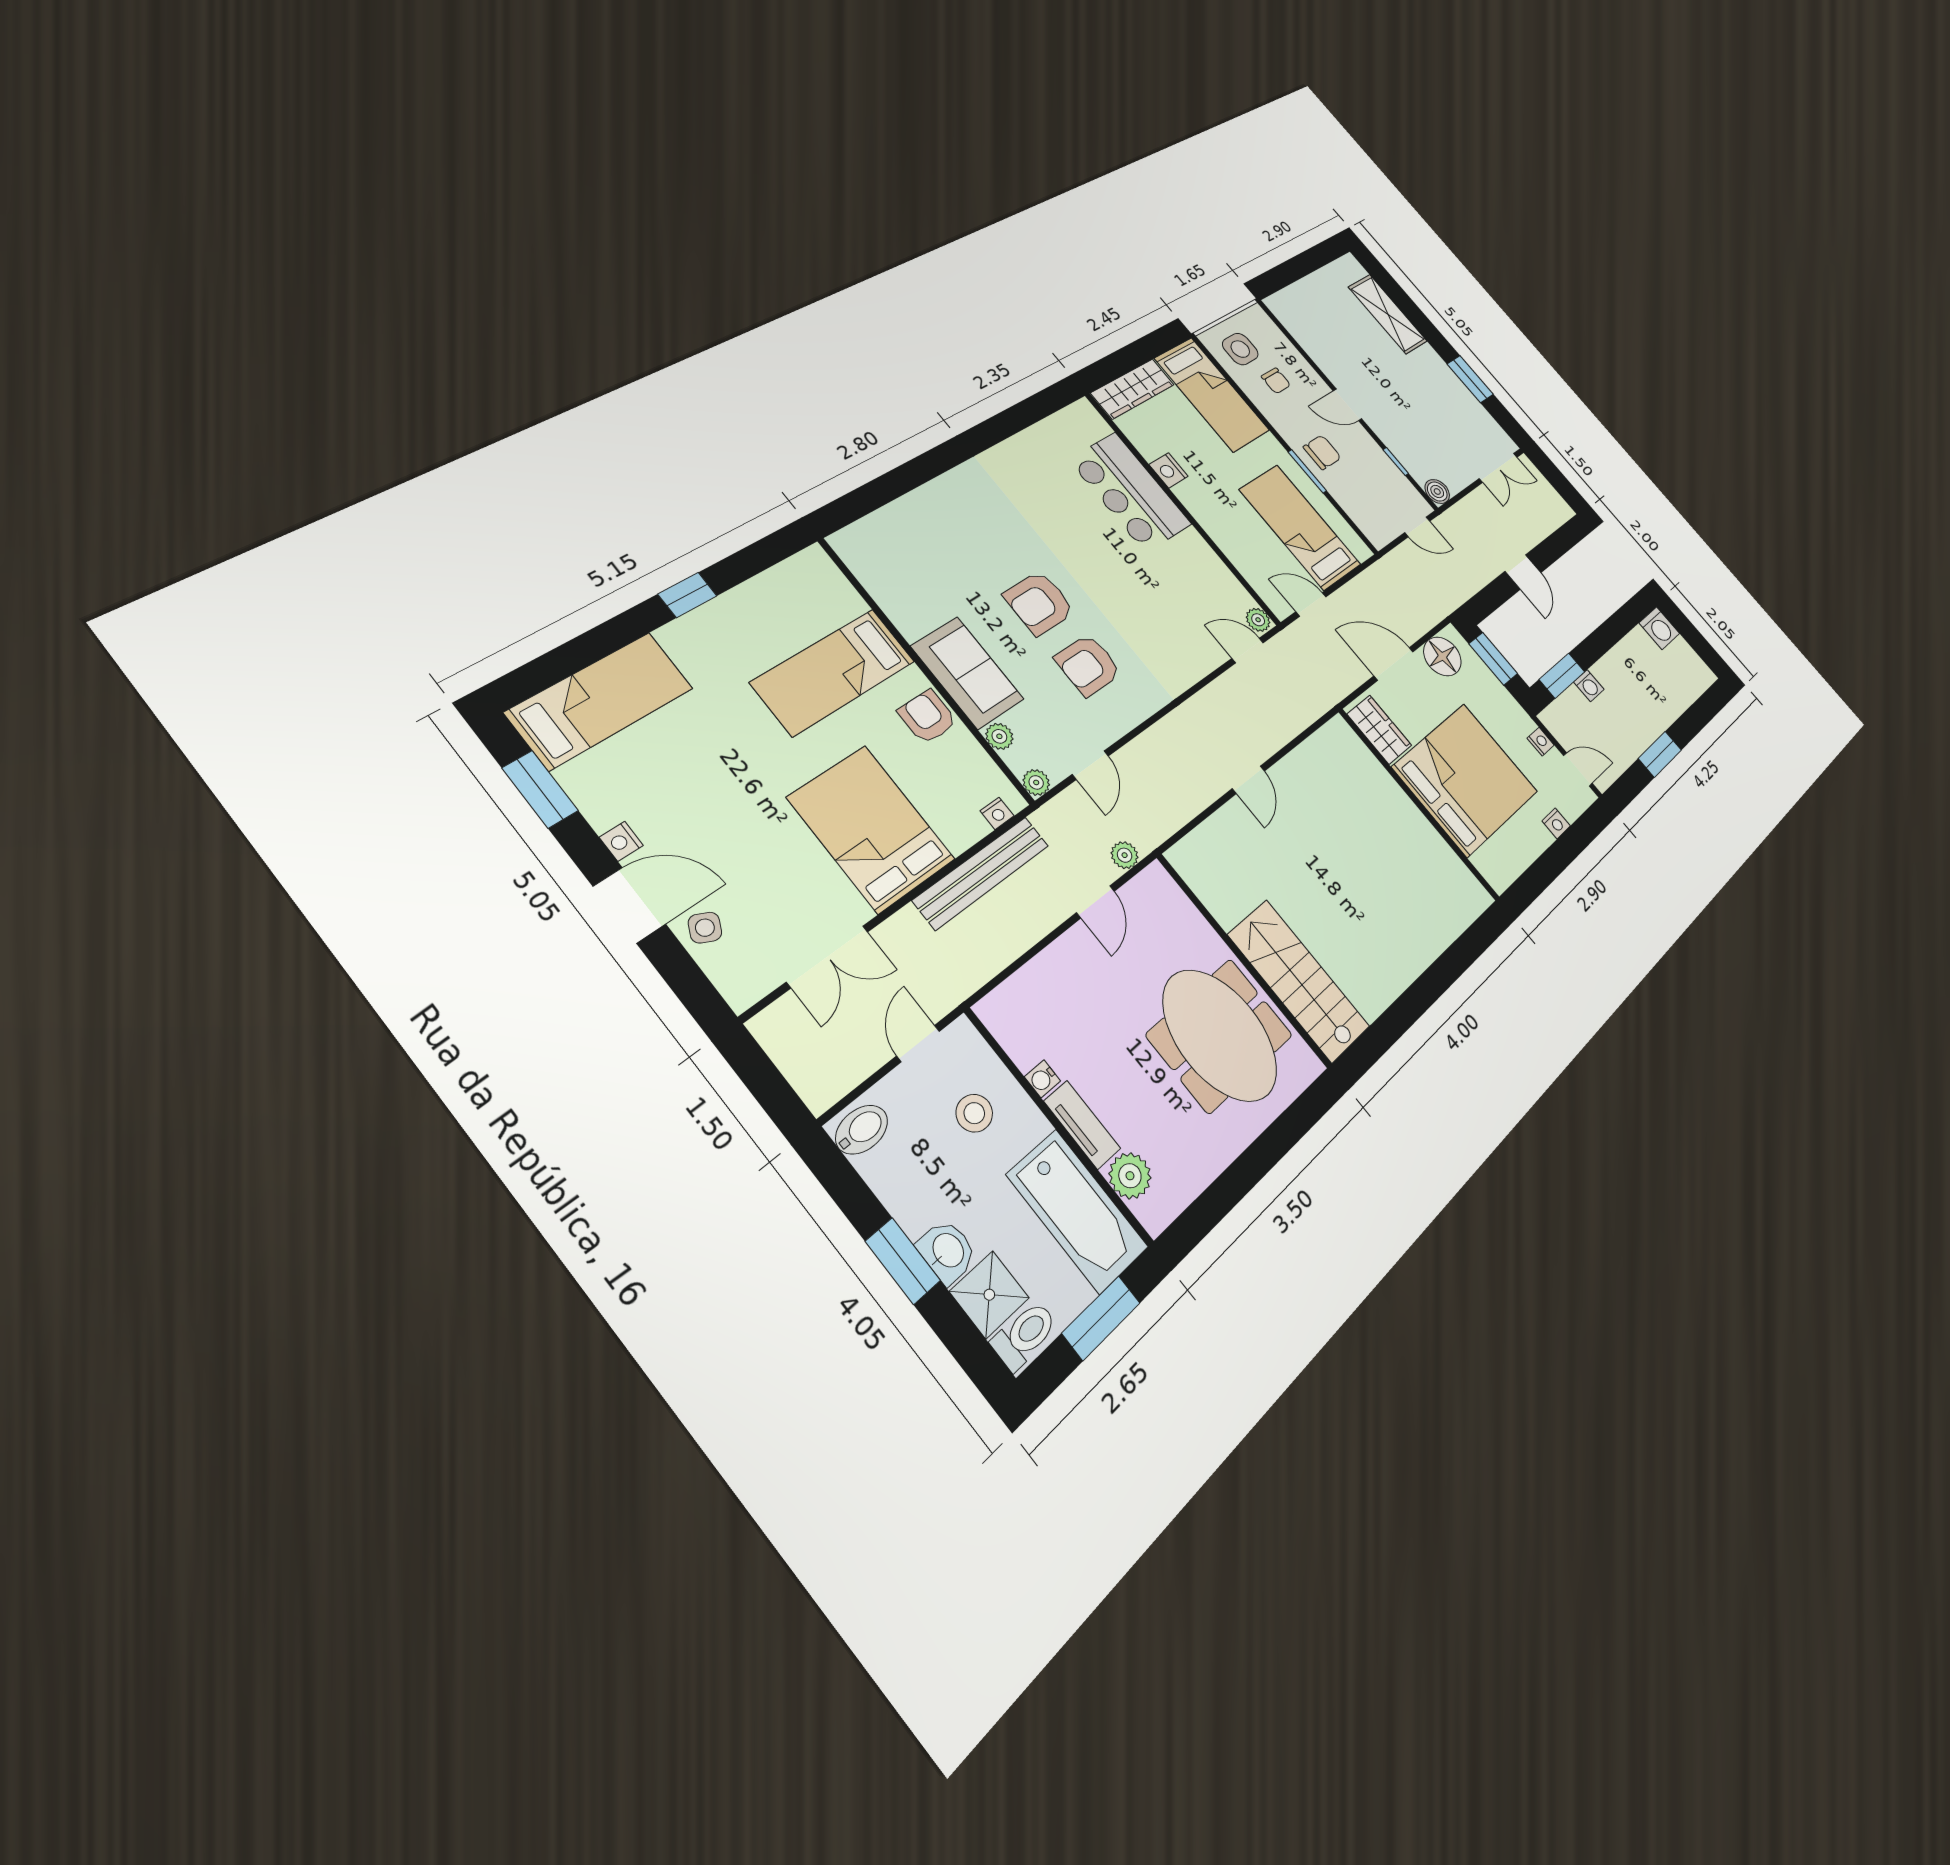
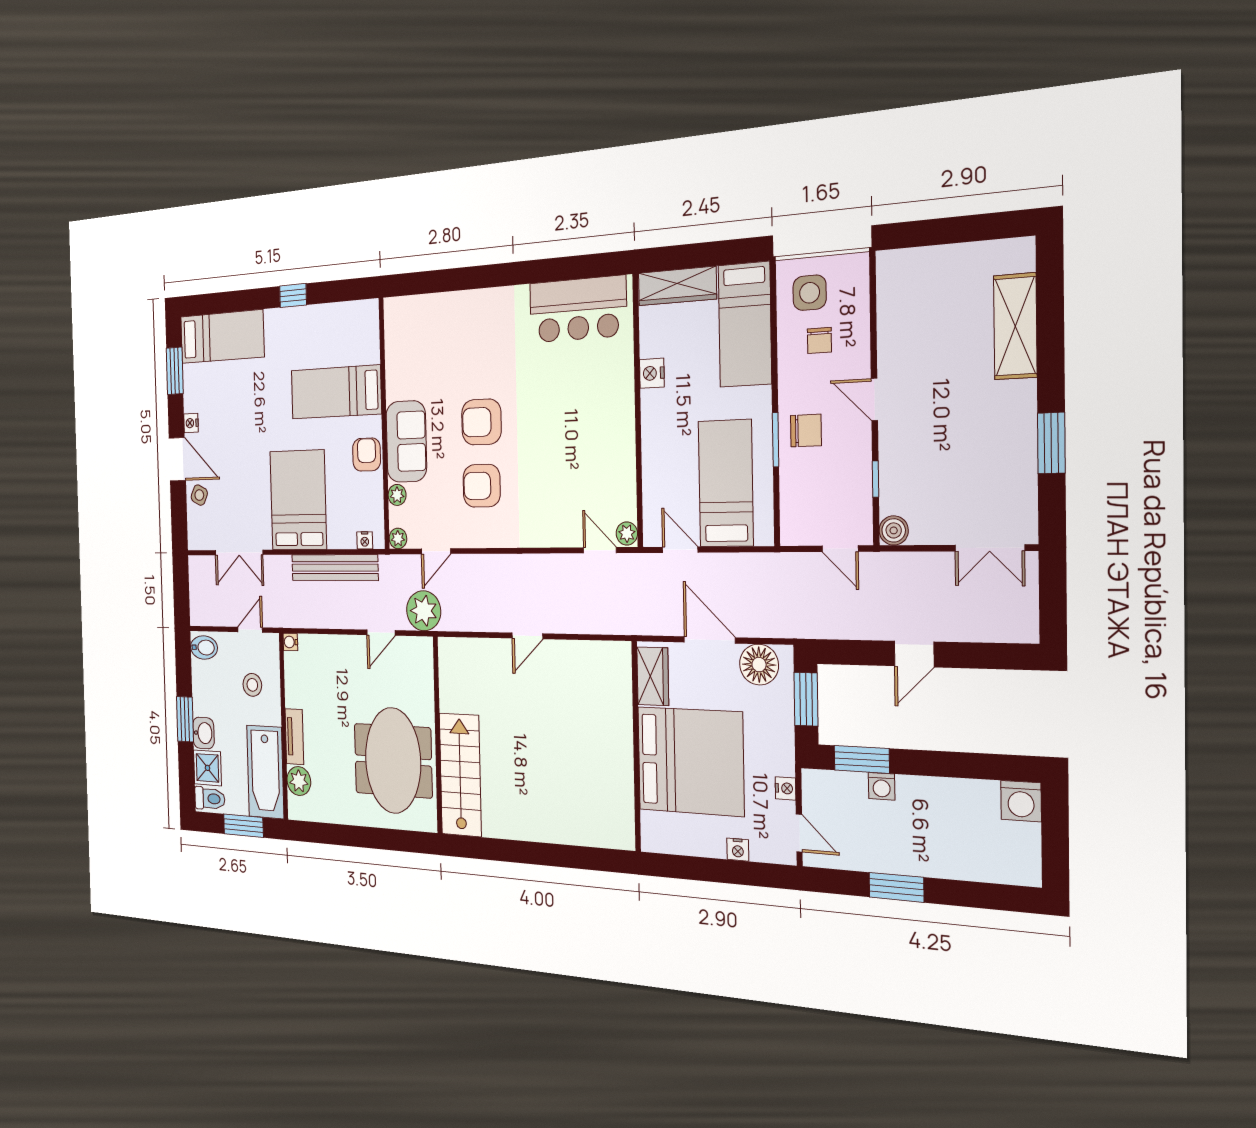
bar counter: (1130, 492) -> (578, 309), moved, turned -90
plant: (1125, 855) -> (424, 611), width x1.88, depth x1.88
water cooler: (1043, 1079) -> (290, 642), moved

